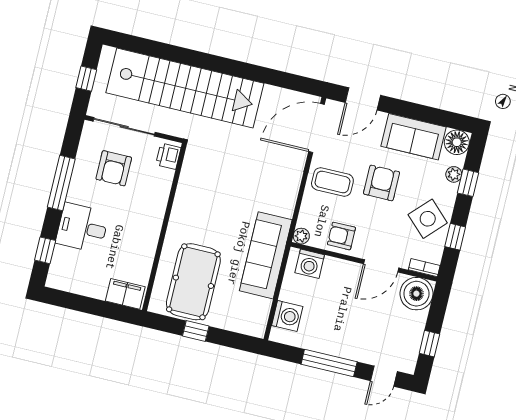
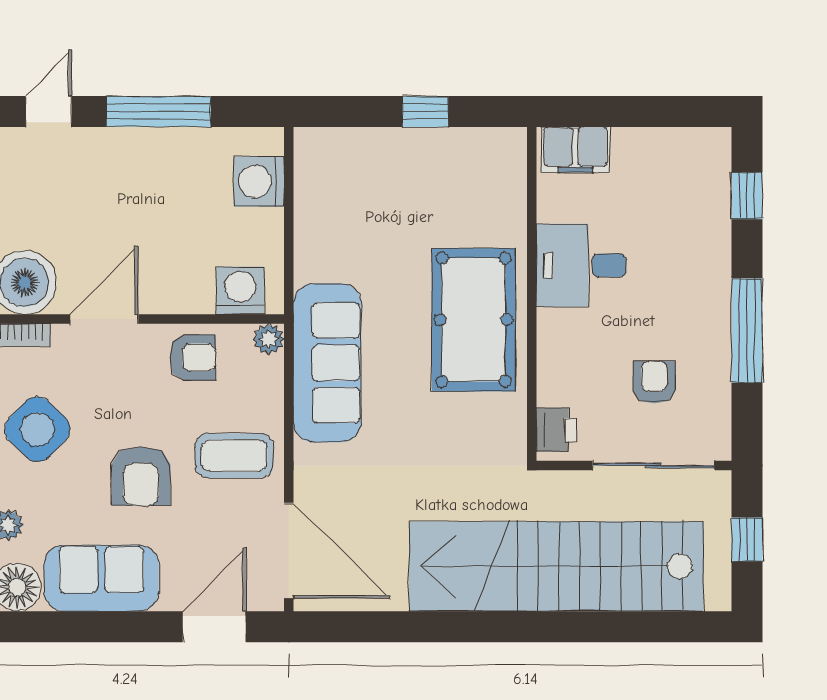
door: (317, 128) -> (289, 551), hinge flipped
armchair: (114, 168) -> (654, 382), width x0.72, depth x0.72
desk: (82, 228) -> (581, 265), moved, turned 180
sofa: (266, 255) -> (327, 363), moved
pool table: (193, 282) -> (474, 320), moved

